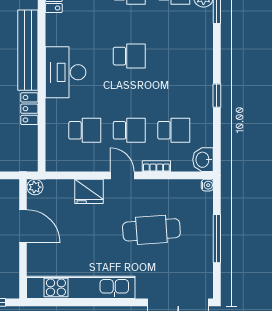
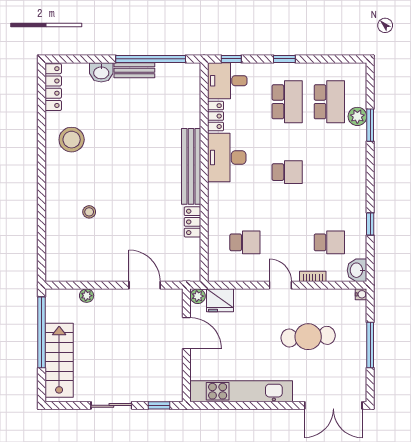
desk: (66, 72) -> (227, 157), moved
window: (217, 96) -> (370, 224), moved
school desk: (129, 130) -> (287, 242), removed
fridge: (89, 191) -> (220, 300), moved

